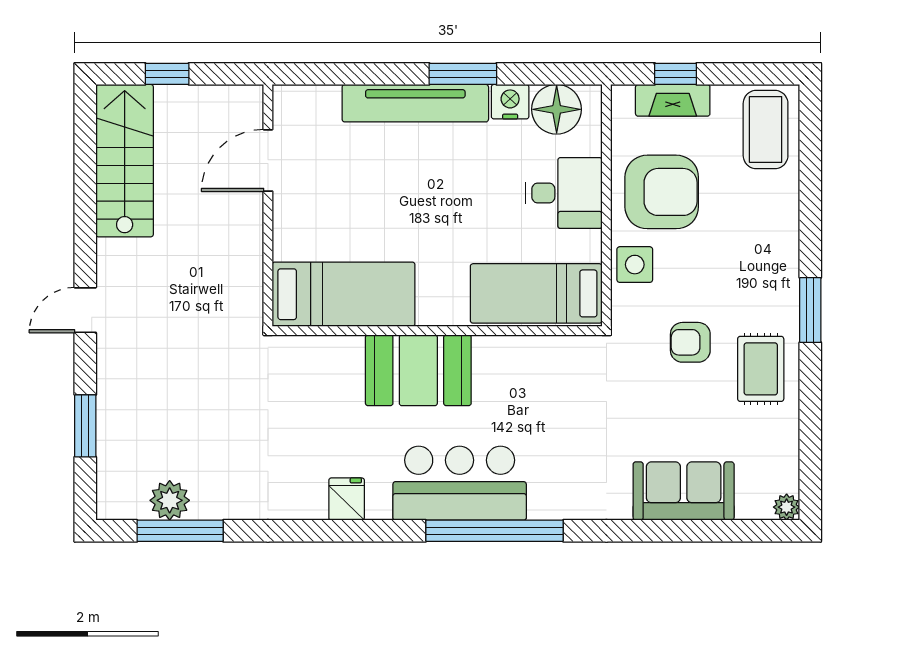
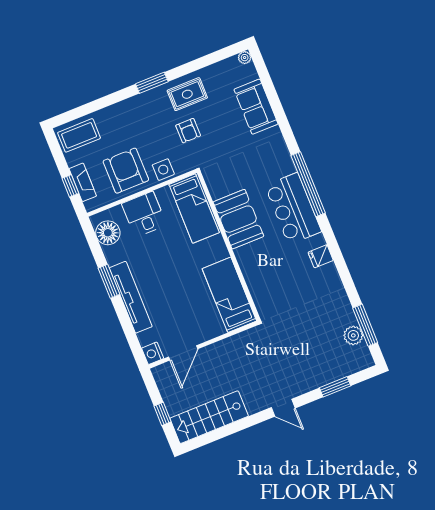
nightstand: (510, 102) -> (153, 353), moved
door: (268, 160) -> (183, 353), hinge flipped
booth: (418, 370) -> (238, 219), moved

